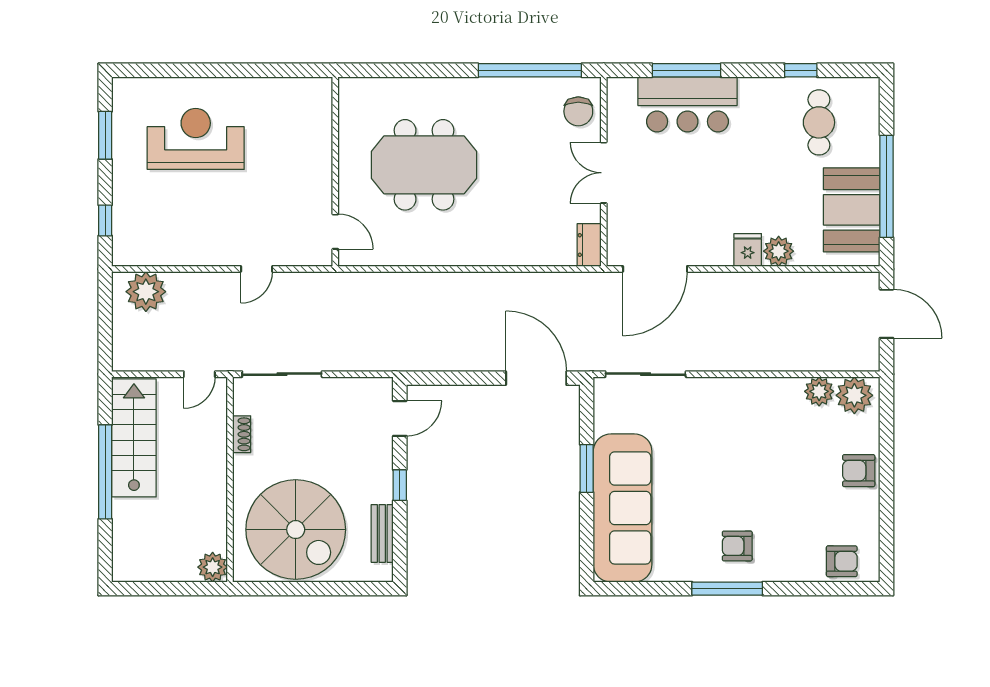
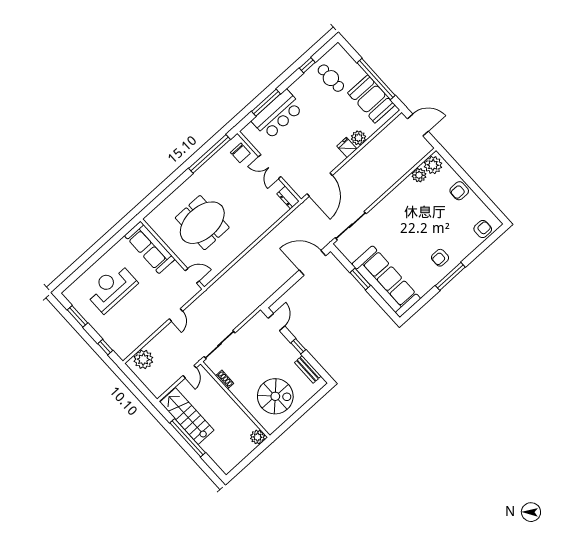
sofa: (310, 130) -> (150, 247), added
spiral stairs: (296, 530) -> (275, 396), width x0.73, depth x0.73

